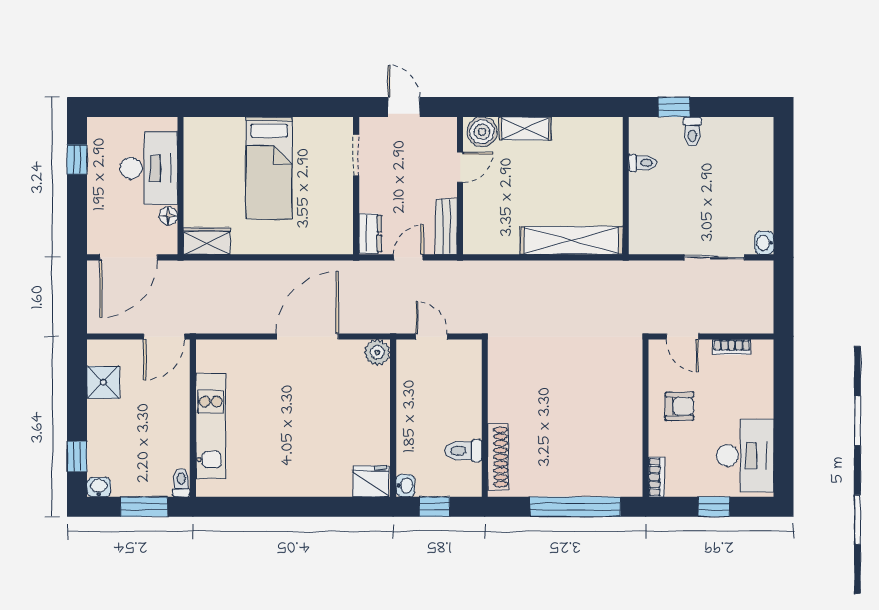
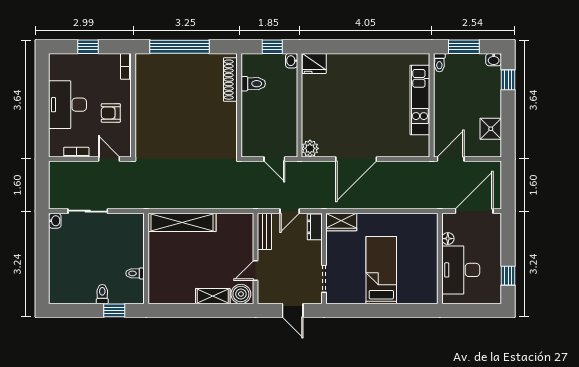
wardrobe: (207, 241) -> (341, 222), moved
desk: (745, 456) -> (67, 105), moved

